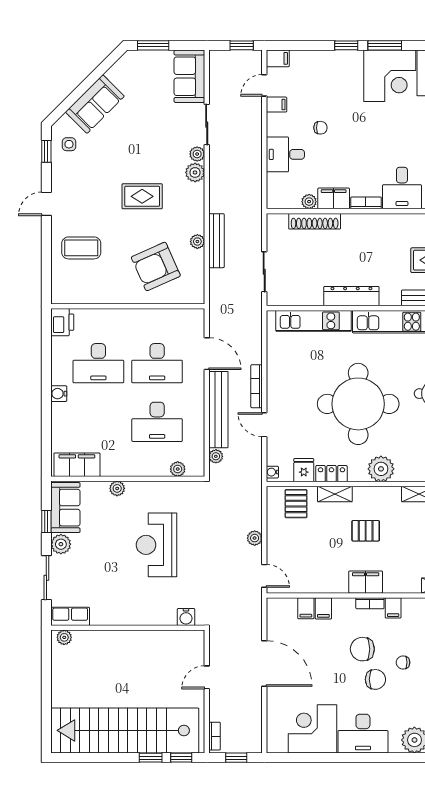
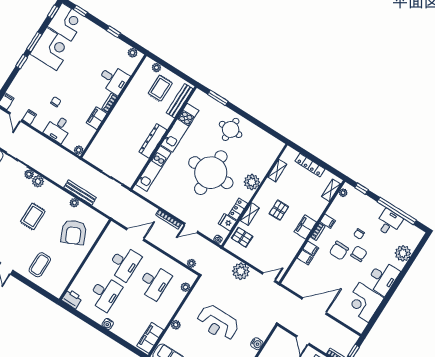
plant: (309, 202) -> (79, 150), moved
shoe rack: (315, 221) -> (102, 135), removed
bench: (218, 410) -> (168, 247), removed
plant: (255, 538) -> (241, 271), width x1.87, depth x1.87
filing cabinet: (306, 608) -> (311, 248), moved
water cooler: (186, 617) -> (257, 344), moved

